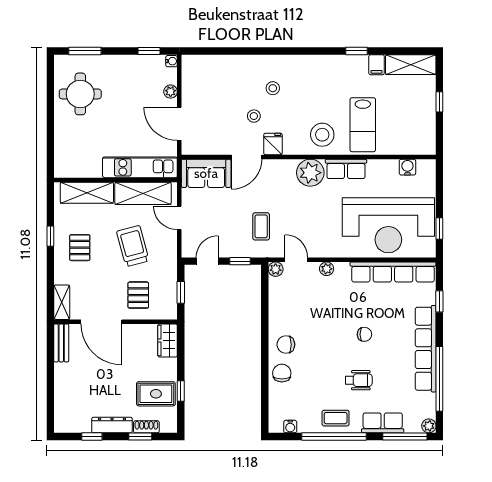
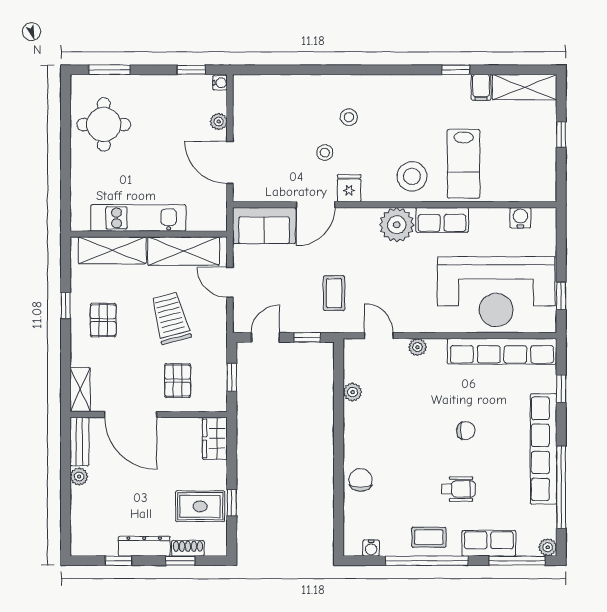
kitchen unit: (140, 167) -> (138, 218), moved
plant: (276, 269) -> (353, 392), moved
chair: (286, 345) -> (366, 444), removed
plant: (61, 370) -> (79, 477), added

